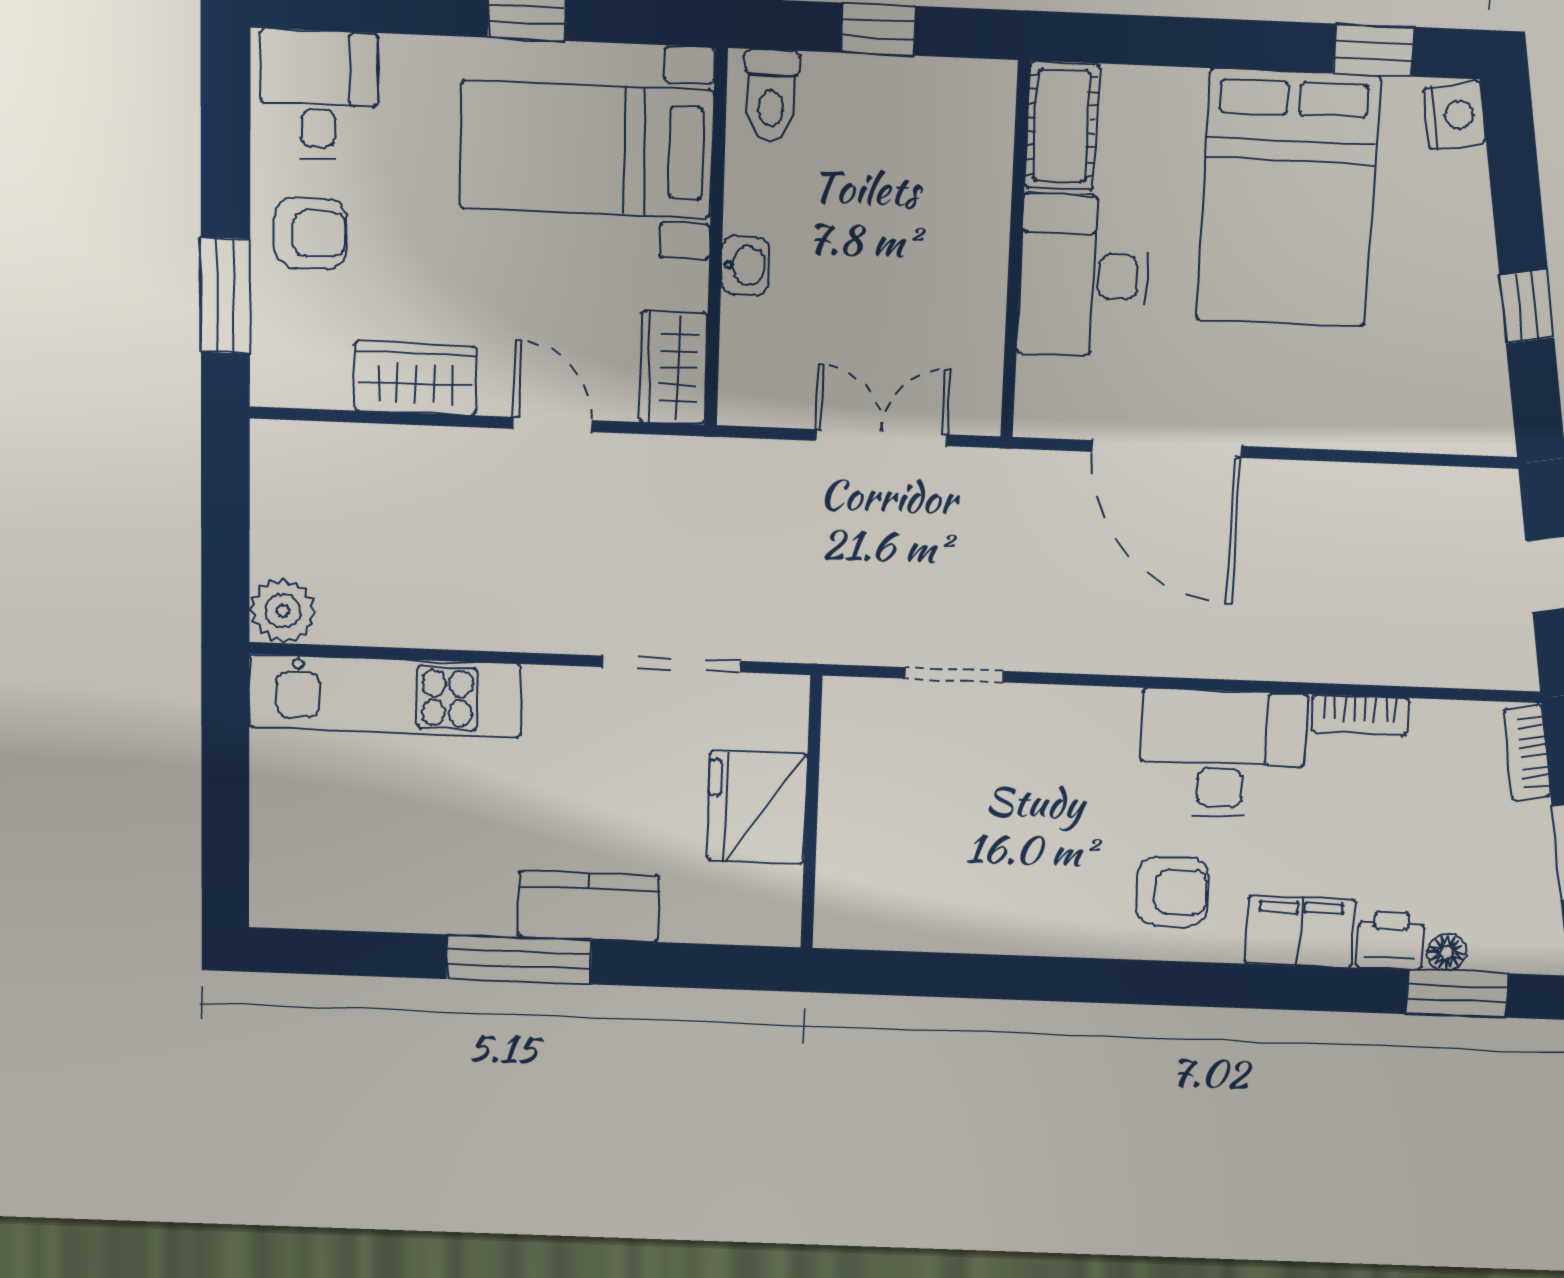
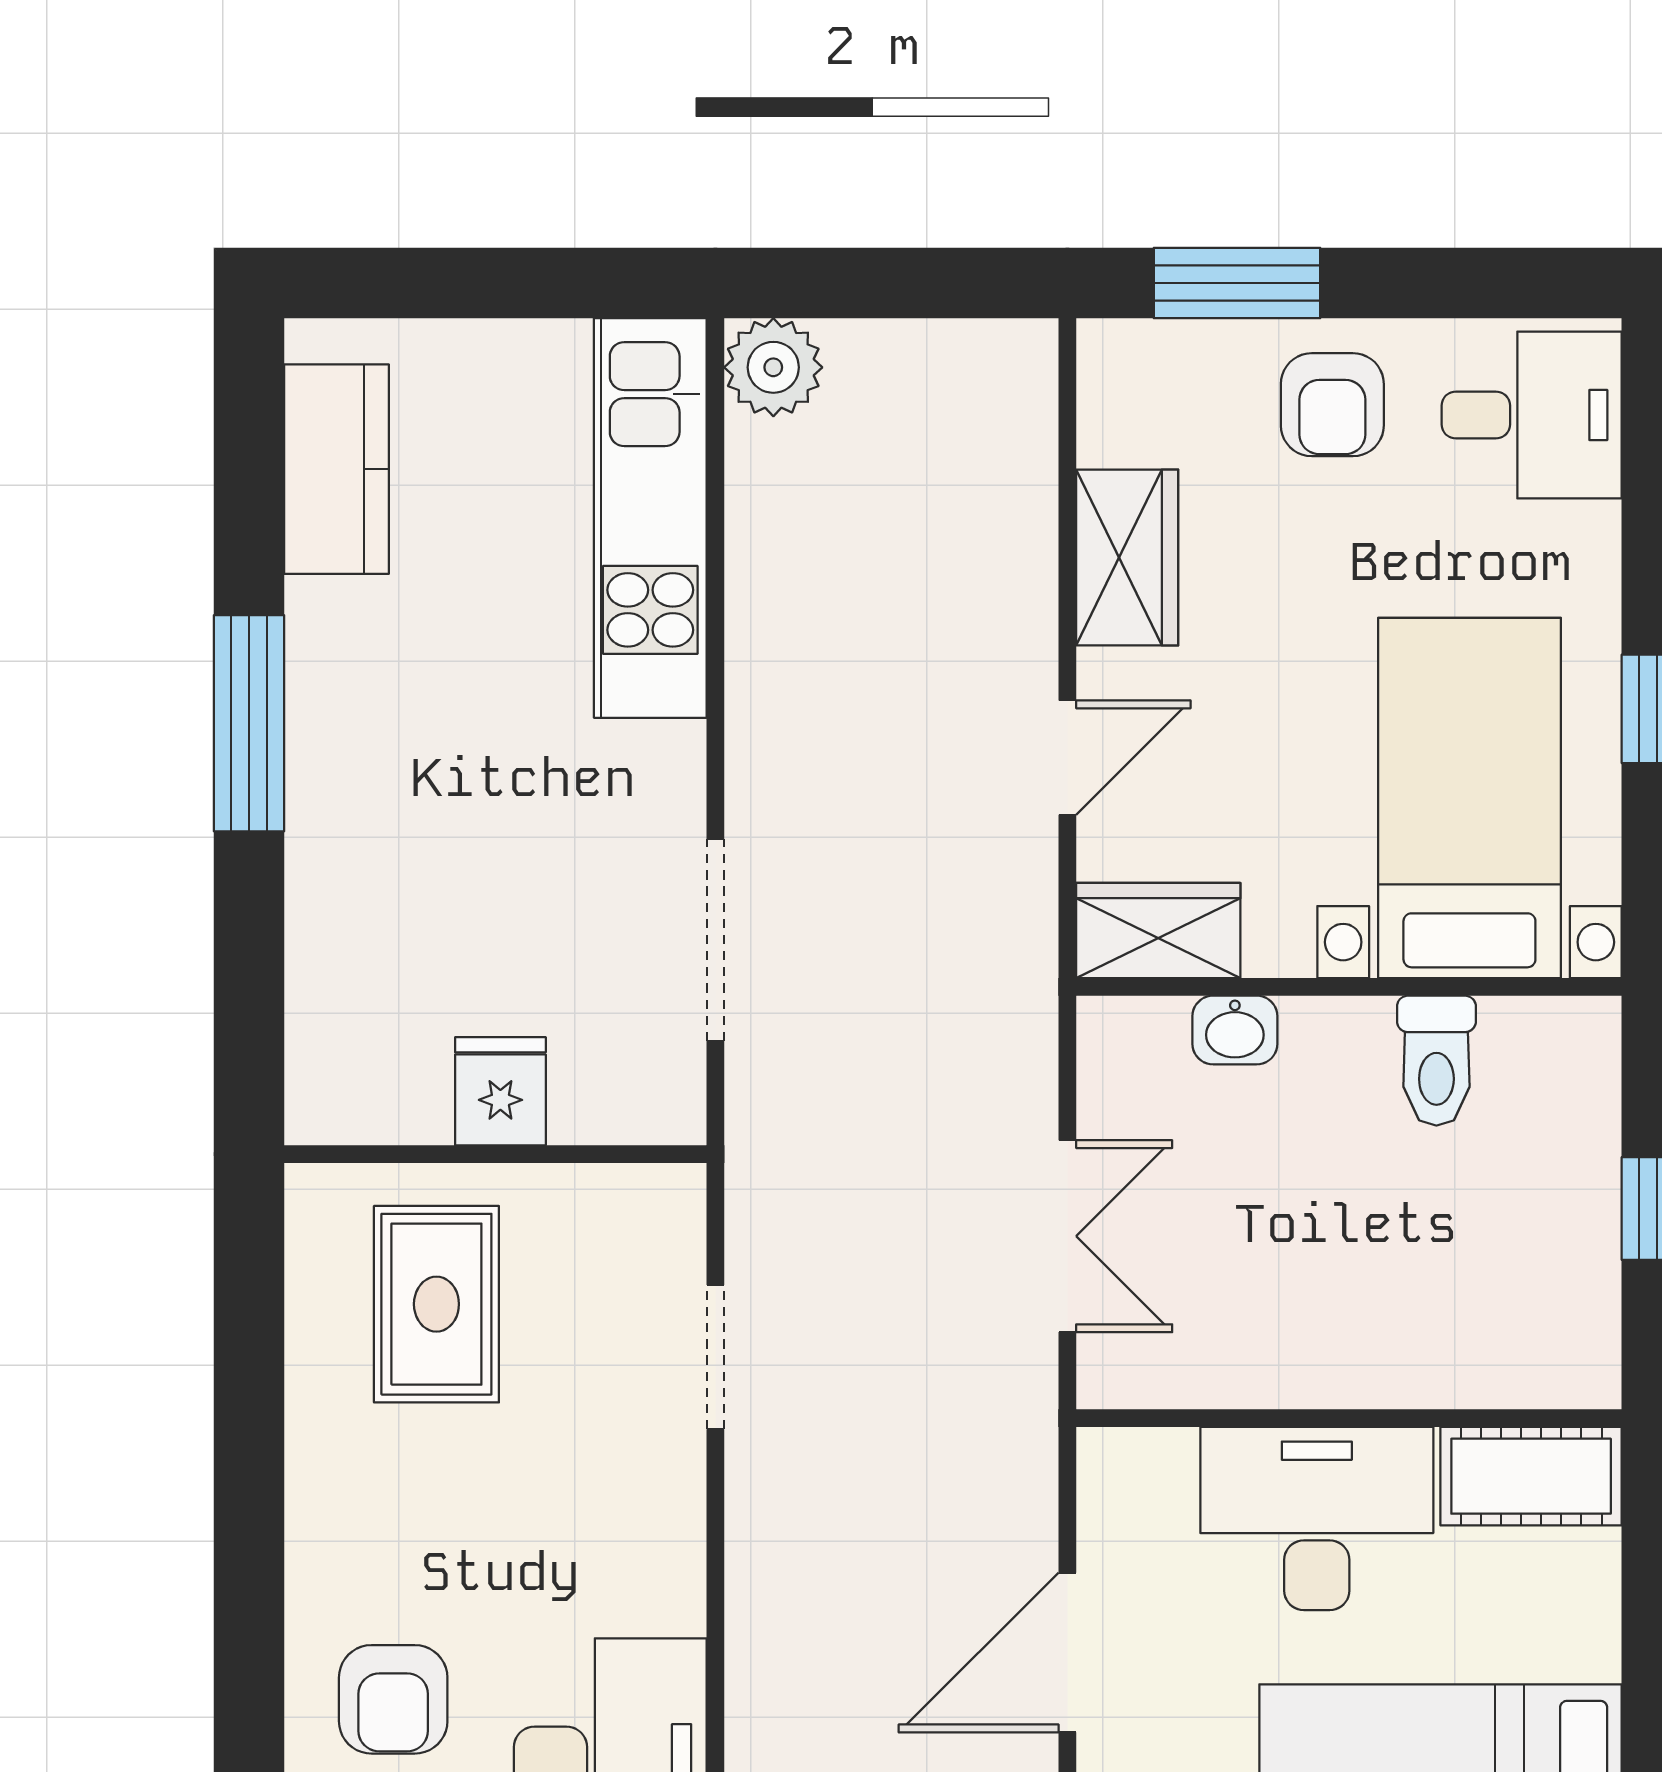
toilet: (771, 95) -> (1436, 1061), moved, turned -90
washbasin: (745, 266) -> (1235, 1030), moved
door: (1166, 449) -> (1067, 1652), width x0.73
fridge: (757, 807) -> (500, 1091), width x0.53, depth x0.75
rug: (910, 854) -> (436, 1304), added
kitchen counter: (589, 906) -> (337, 469), moved

